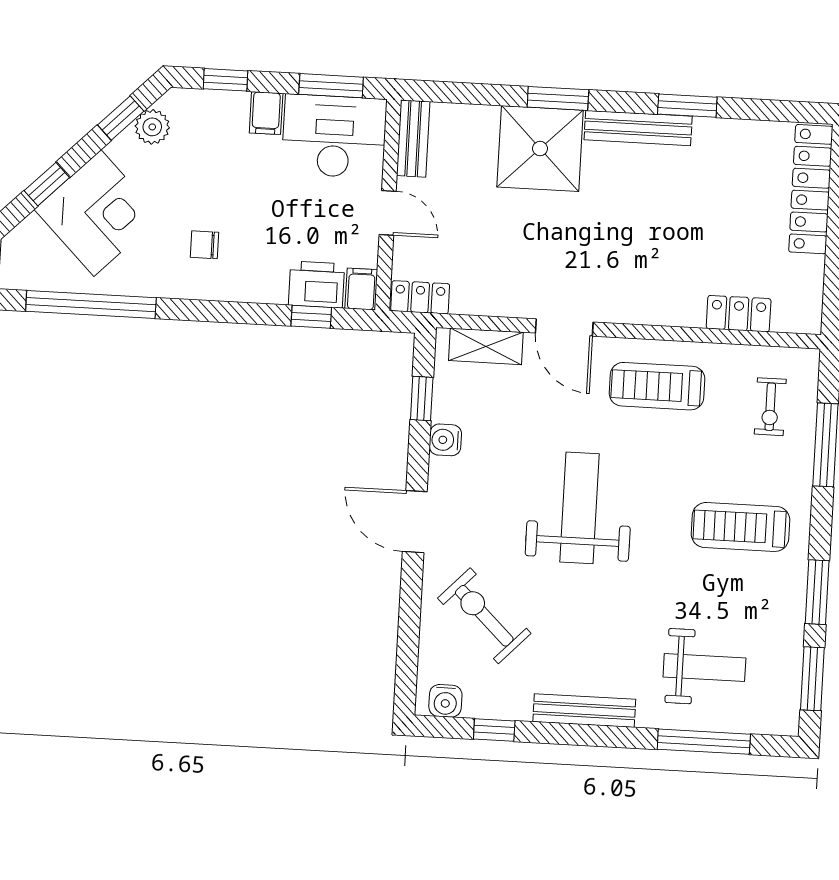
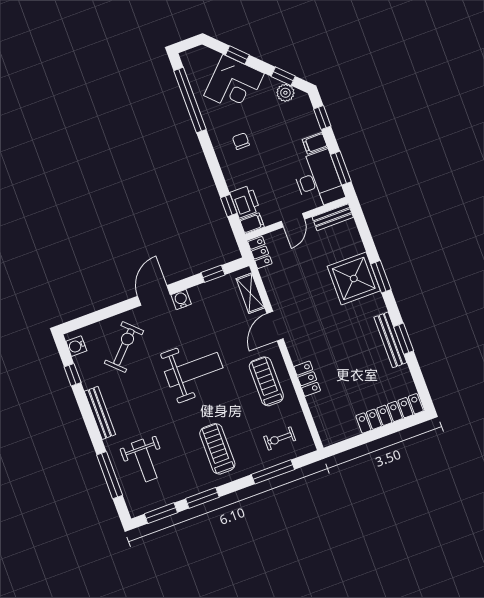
bench: (638, 128) -> (390, 340), moved
locker: (739, 314) -> (307, 379), moved
water cooler: (445, 440) -> (181, 299), moved

